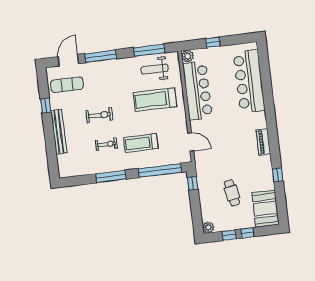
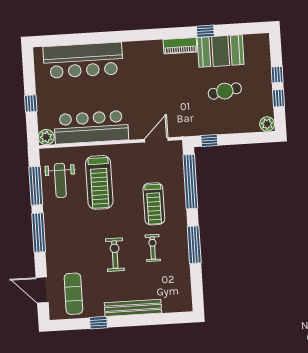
window: (101, 56) -> (39, 233), moved
piano: (263, 142) -> (180, 46), moved
booth: (266, 209) -> (221, 51), moved

